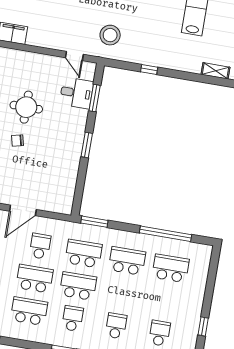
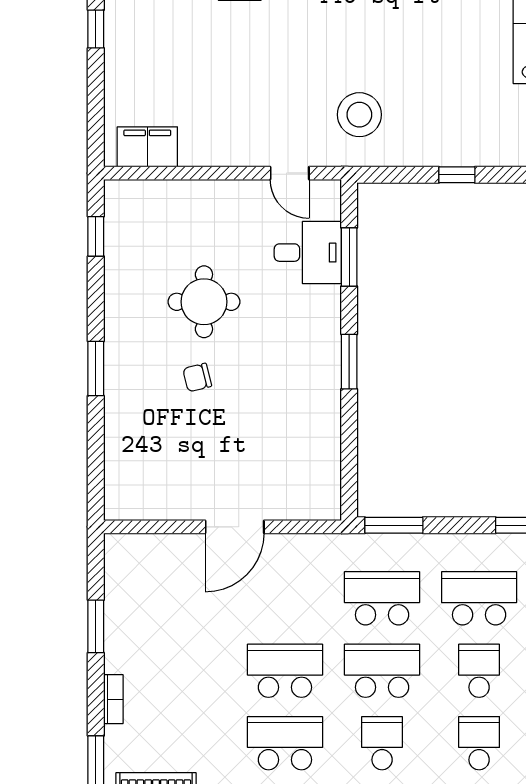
school desk: (40, 246) -> (479, 671), moved

